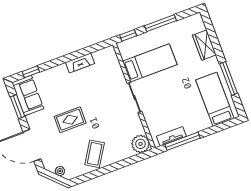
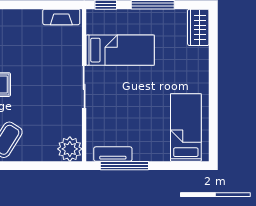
wardrobe: (204, 45) -> (198, 27), moved
fireplace: (80, 63) -> (61, 17), moved
window: (229, 78) -> (213, 107), removed

